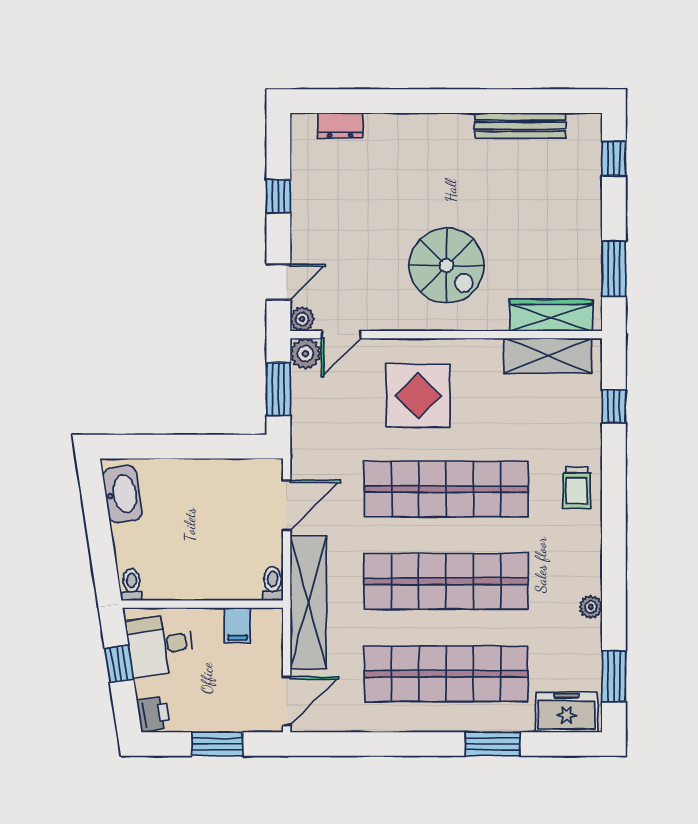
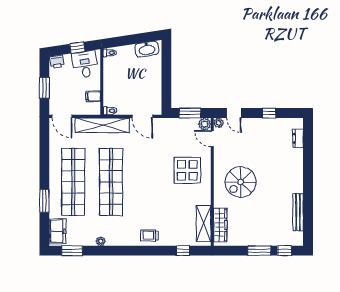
window: (614, 269) -> (259, 251), moved
shop shelf: (446, 489) -> (149, 182), removed

